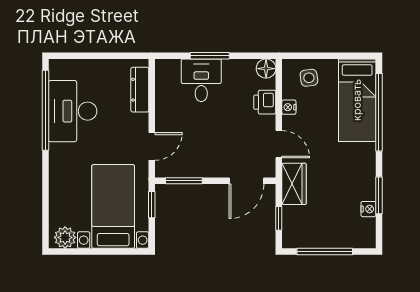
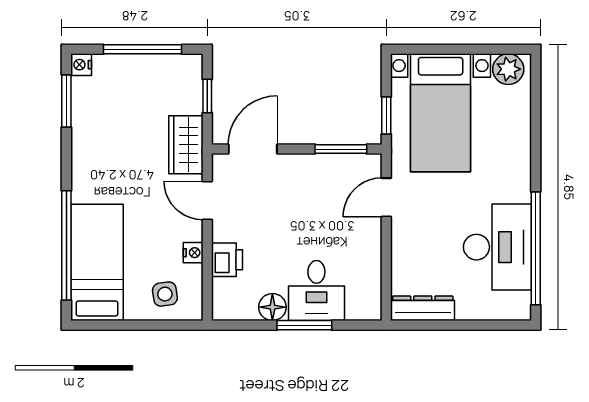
floor lamp: (266, 69) -> (272, 307), moved
dresser: (140, 90) -> (423, 308), moved, turned -90
window: (379, 195) -> (66, 101), moved
nightstand: (368, 209) -> (81, 65), moved

